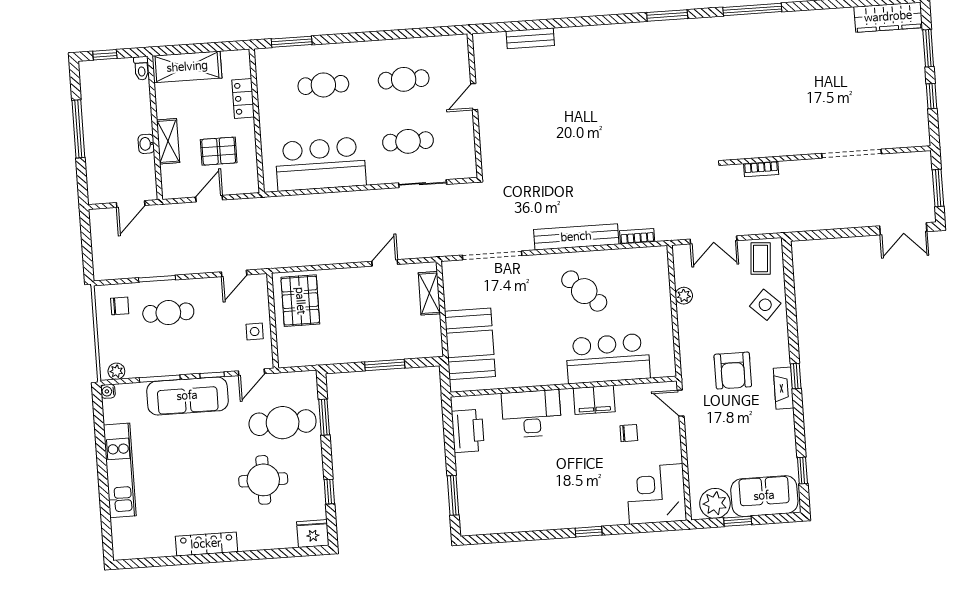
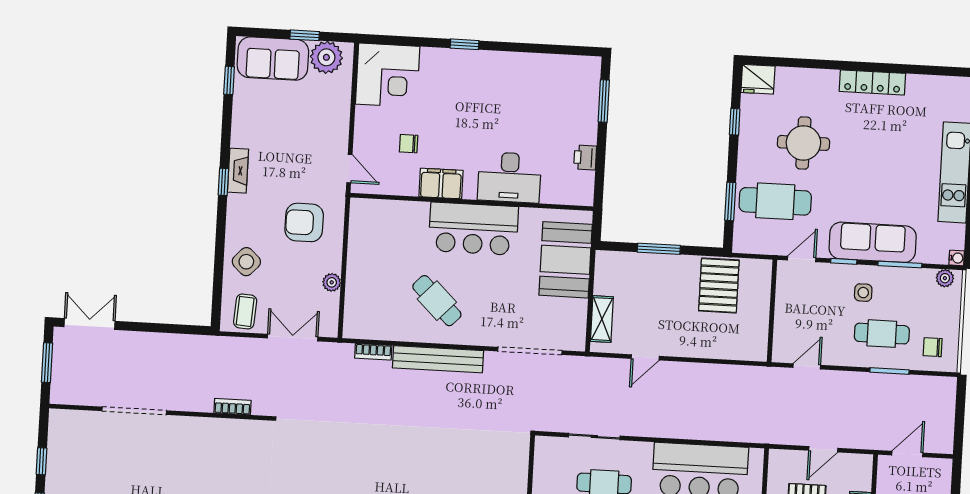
pallet: (300, 301) -> (719, 285), moved
side table: (255, 332) -> (863, 293), moved
bar counter: (608, 359) -> (473, 229), moved
armchair: (733, 371) -> (304, 222), moved, turned -90
printer: (468, 431) -> (585, 157), width x0.53, depth x0.68

